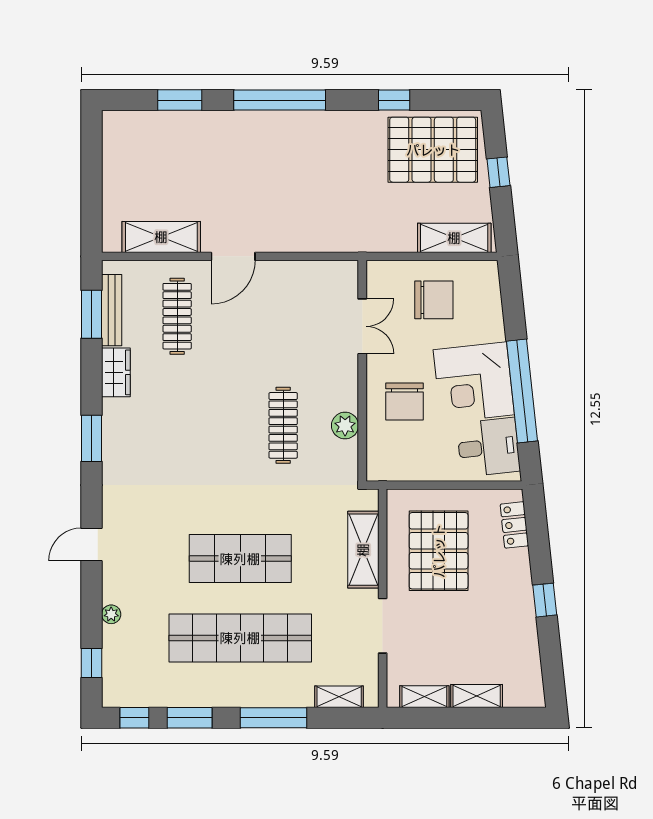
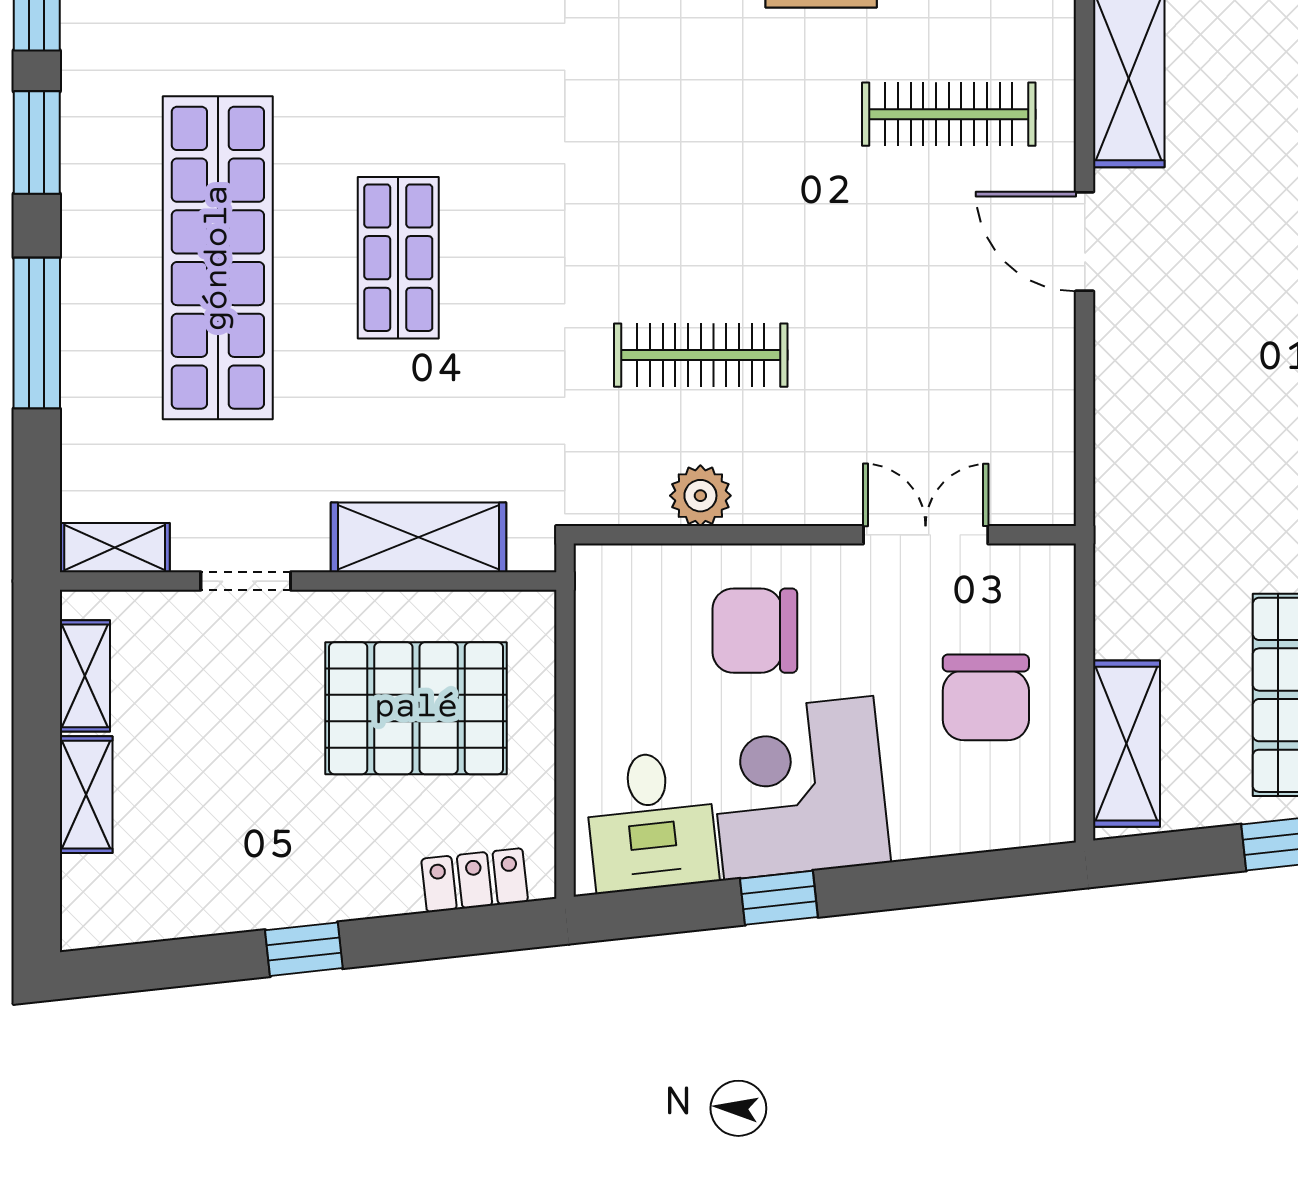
double door: (362, 326) -> (926, 535), swing flipped
window: (522, 391) -> (779, 898), width x0.32
shop shelf: (240, 559) -> (398, 258), width x0.70, depth x0.74
doorway: (383, 626) -> (246, 581), width x0.73
shelving: (339, 697) -> (115, 548), moved, turned 90

